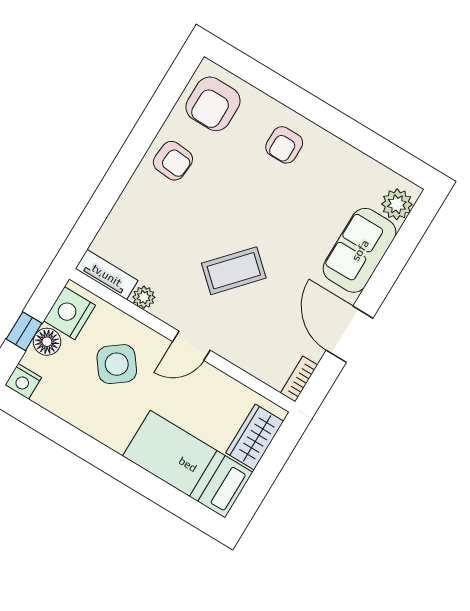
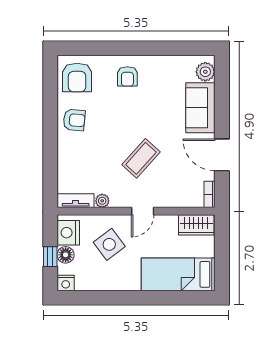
wardrobe: (255, 437) -> (196, 225), moved, turned -90

